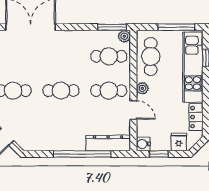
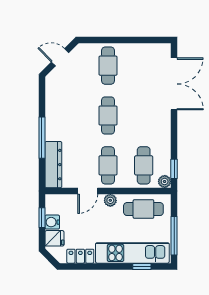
window: (112, 27) -> (174, 169), width x0.67
water cooler: (143, 144) -> (52, 222), moved, turned -90
window: (82, 154) -> (42, 138), width x0.68

